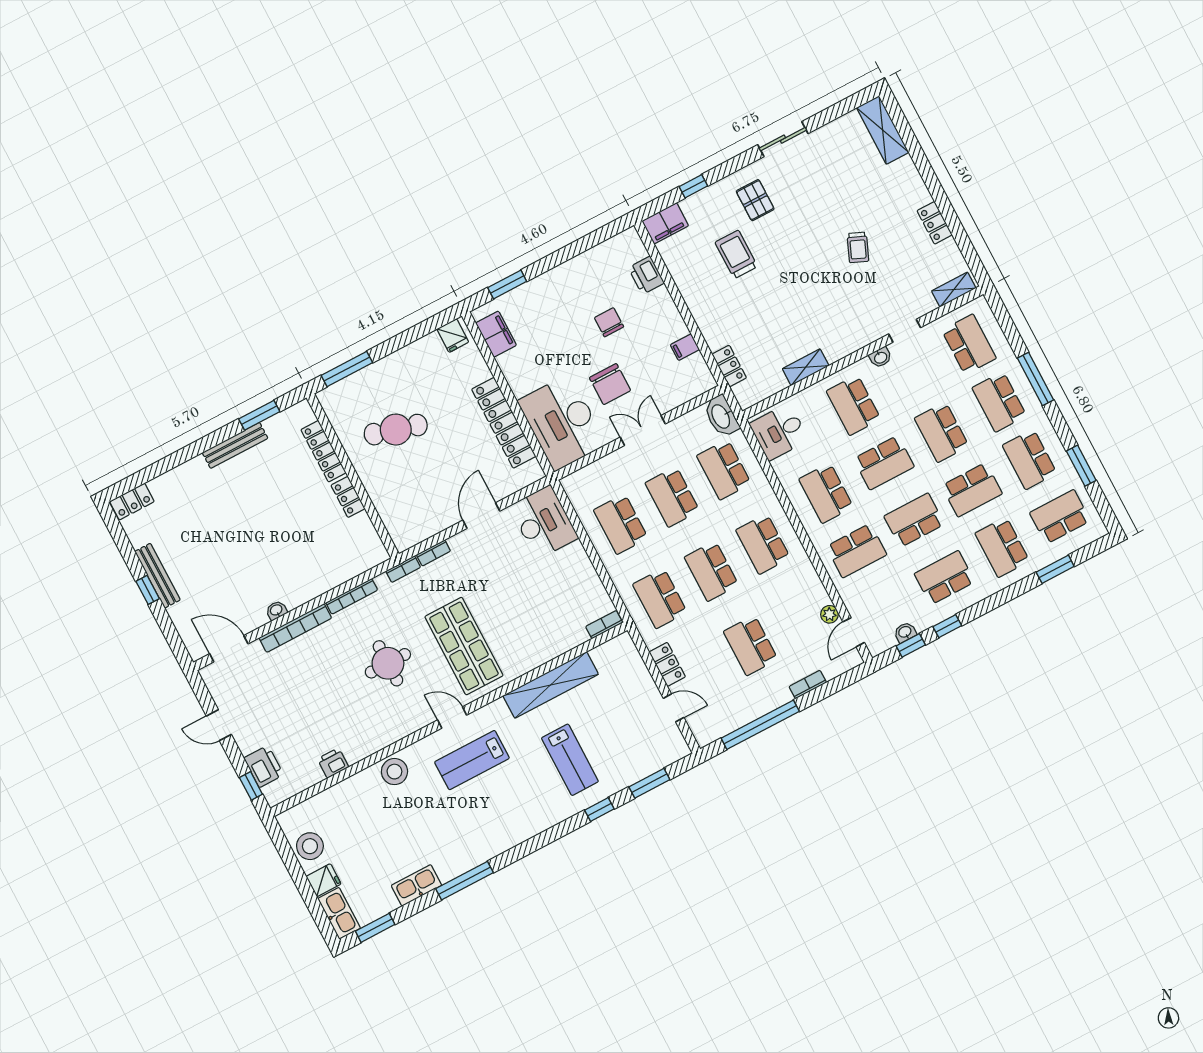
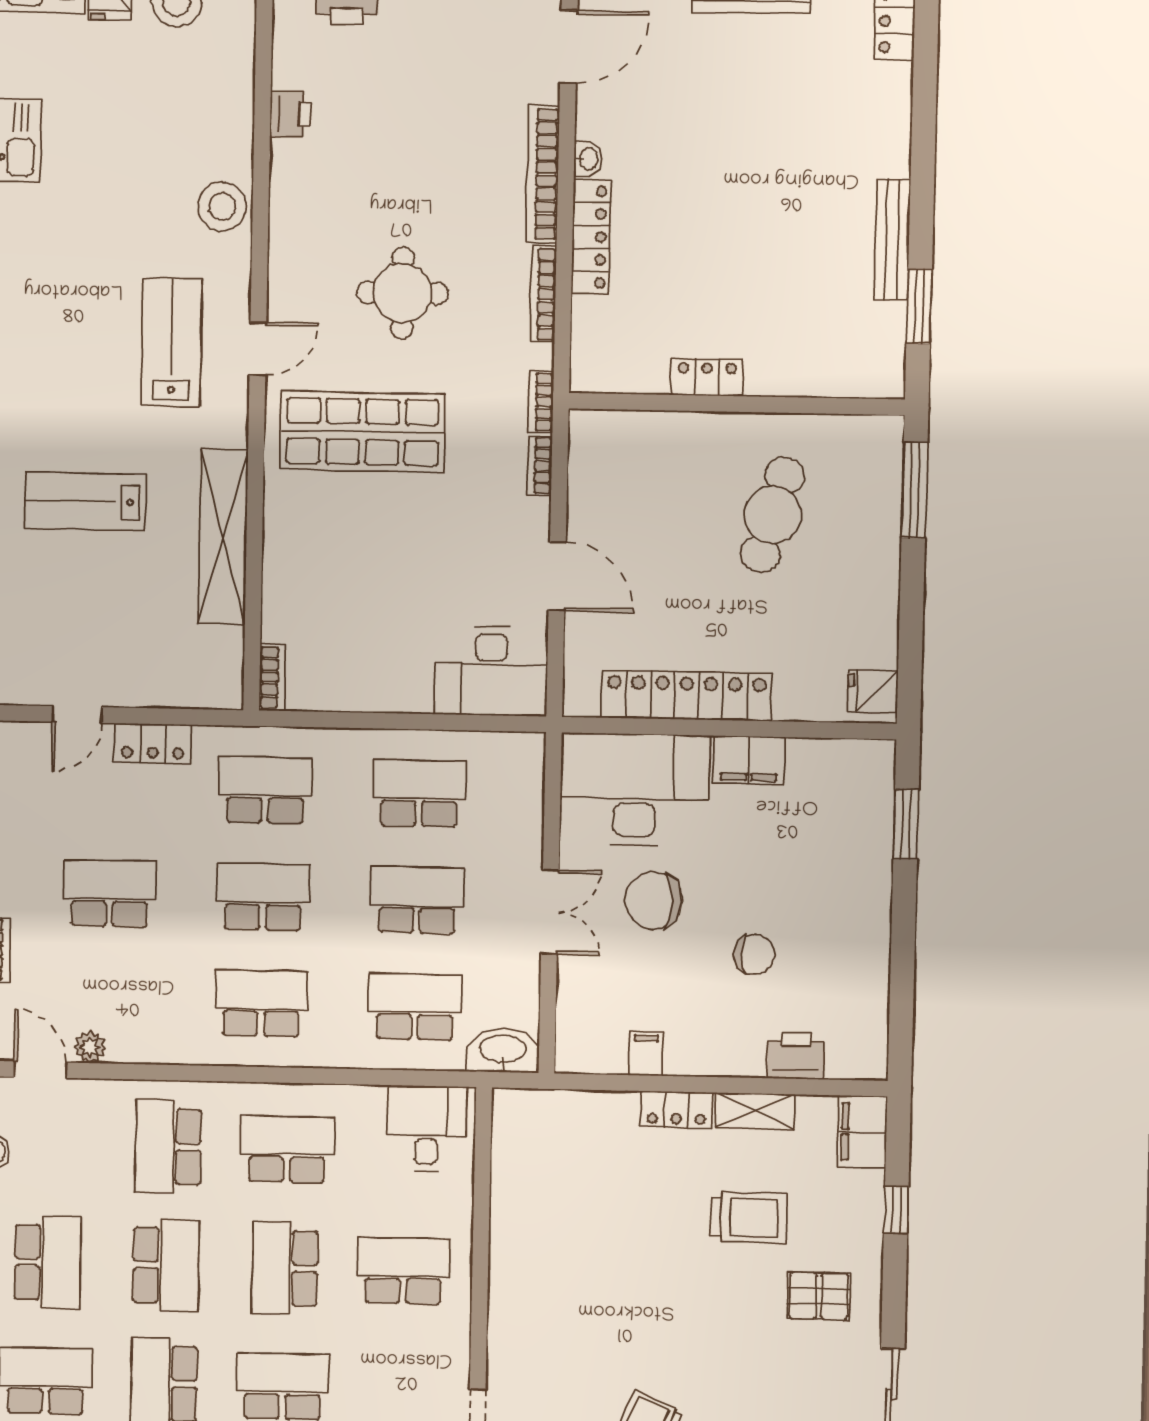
filing cabinet: (496, 334) -> (749, 760), moved
washbasin: (880, 357) -> (456, 1356), removed
locker: (729, 366) -> (677, 1110), moved
shelving: (806, 367) -> (755, 1111), moved, turned 90
locker: (324, 451) -> (591, 237), moved, turned 90

